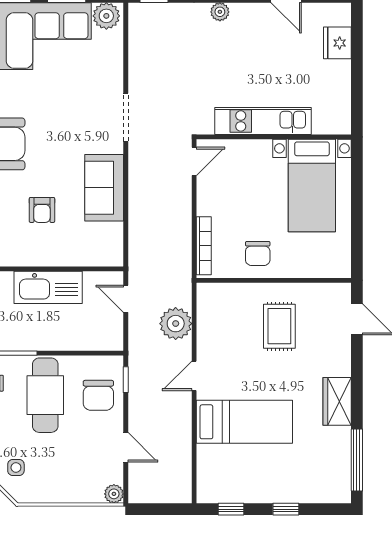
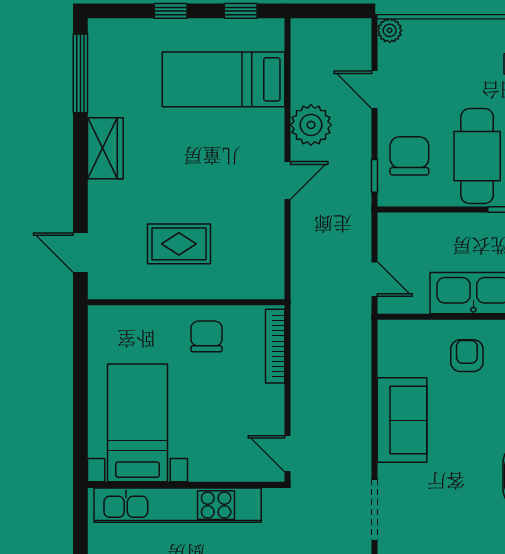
kitchen unit: (263, 121) -> (178, 505), width x1.36
door: (194, 161) -> (288, 454), hinge flipped
armchair: (42, 210) -> (467, 356), moved
plant: (176, 324) -> (311, 125), moved
rug: (279, 326) -> (179, 244), turned 90
bed: (244, 422) -> (224, 79), moved

